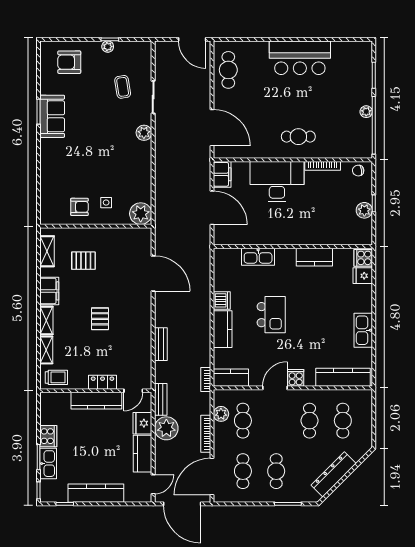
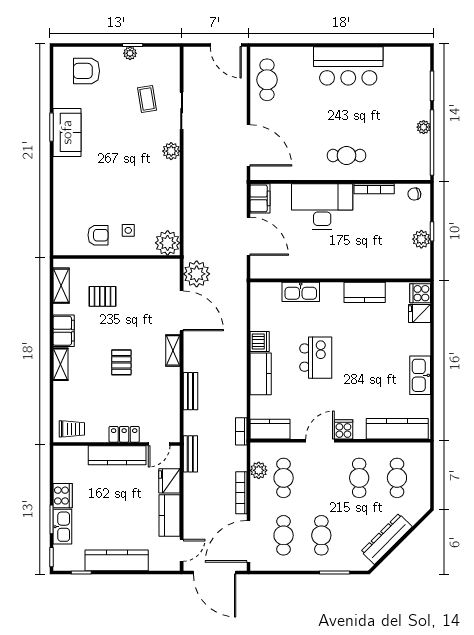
shelving: (46, 350) -> (173, 350), moved
plant: (166, 428) -> (197, 274), moved

